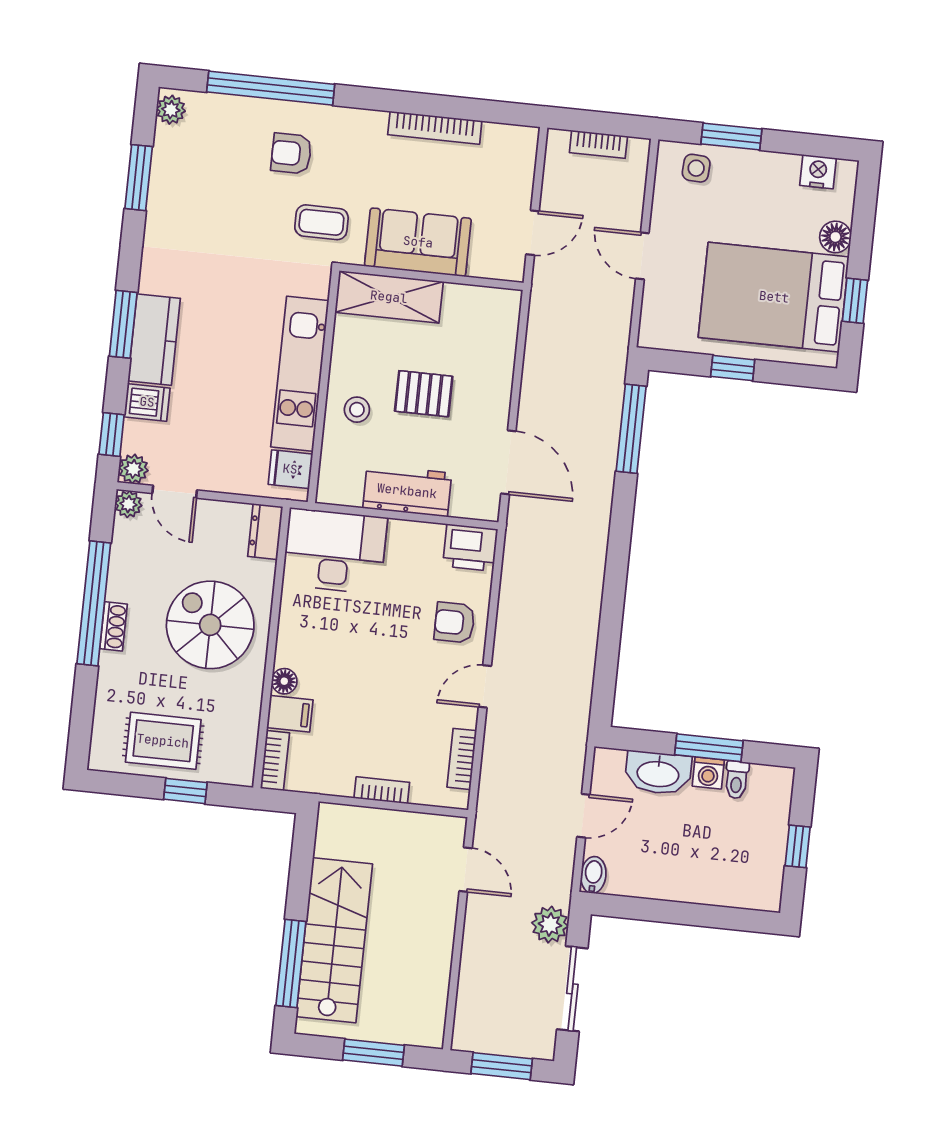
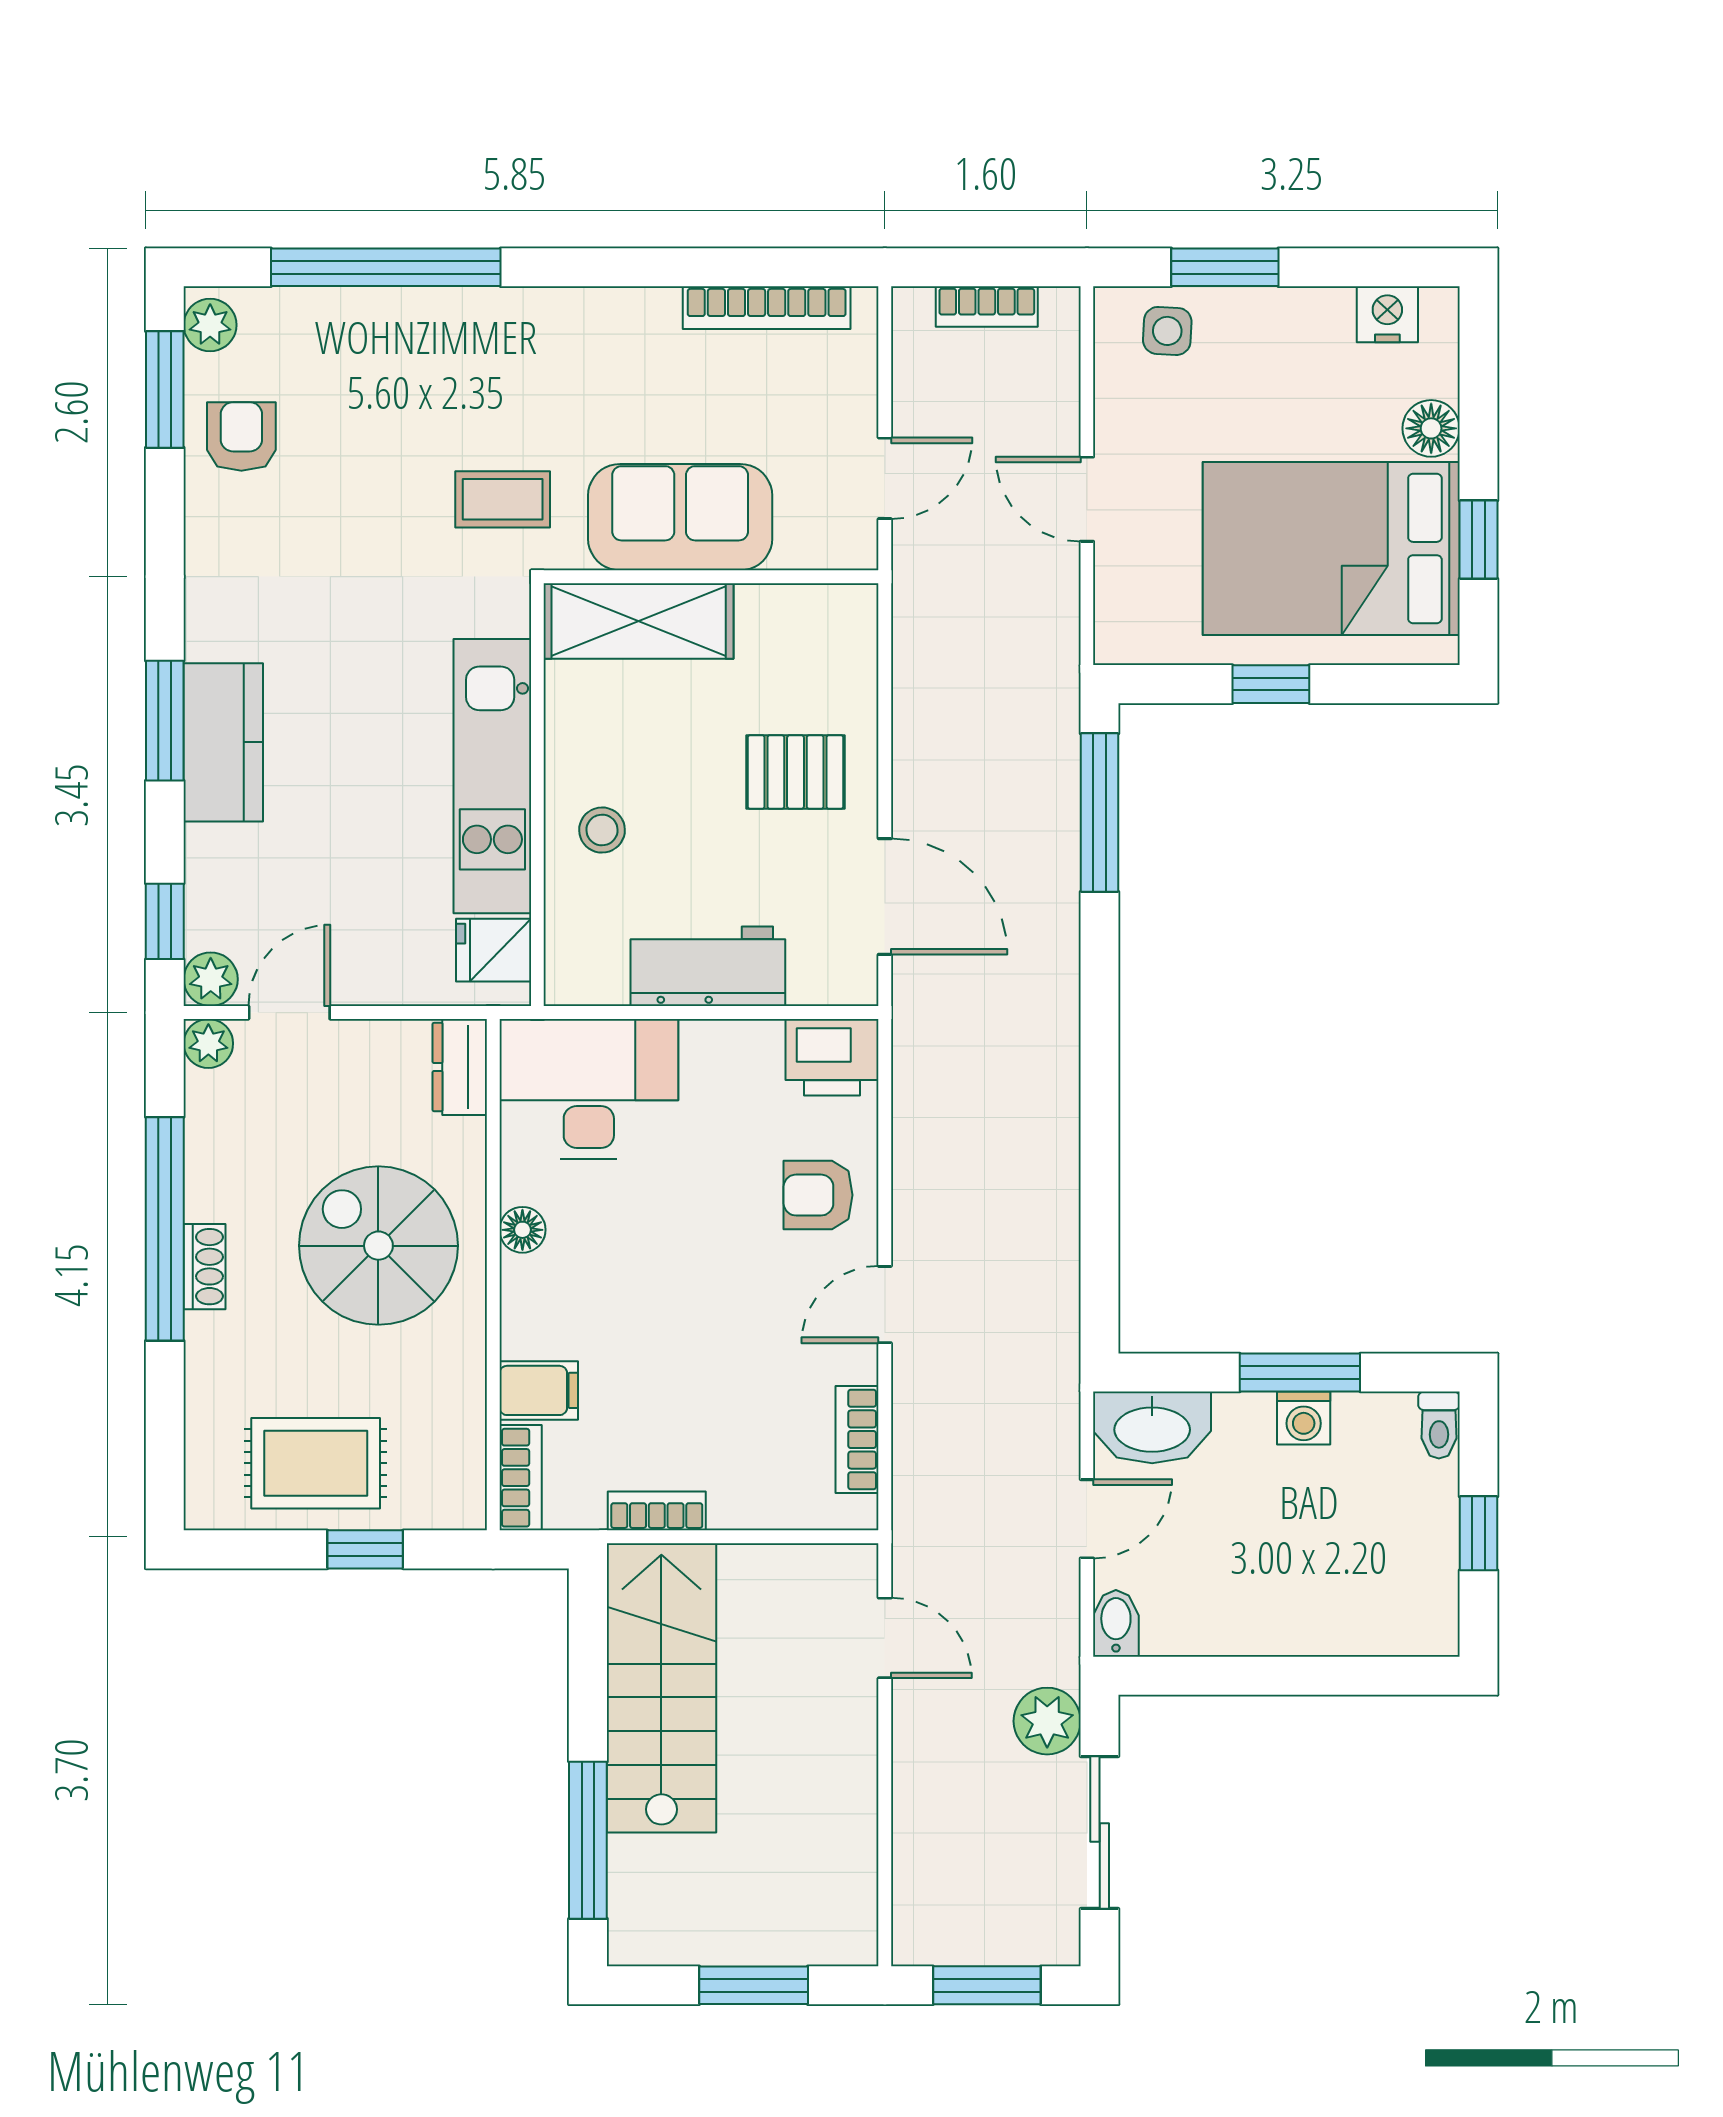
bookcase: (435, 128) -> (767, 308), moved
armchair: (291, 153) -> (241, 436), moved, turned 90
window: (139, 178) -> (165, 389), moved
pallet: (424, 394) -> (796, 772), moved
dishwasher: (147, 402) -> (223, 857), removed
door: (175, 492) -> (289, 1013), swing flipped
floor lamp: (284, 681) -> (522, 1230), moved
washbasin: (658, 773) -> (1152, 1427), moved
toilet: (737, 780) -> (1439, 1425), moved
bookcase: (382, 790) -> (657, 1511), moved
stairs: (334, 940) -> (661, 1688), moved

